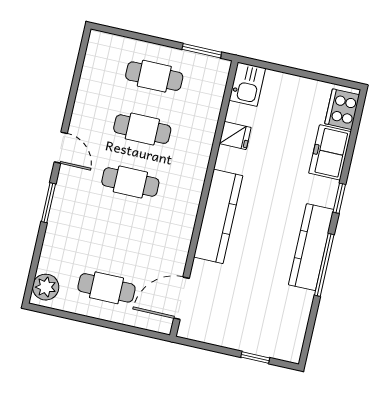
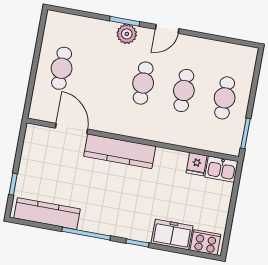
fridge: (235, 135) -> (197, 164), moved
kitchen counter: (311, 247) -> (47, 214), moved
plant: (46, 287) -> (127, 34), moved
door: (181, 298) -> (72, 129), moved

